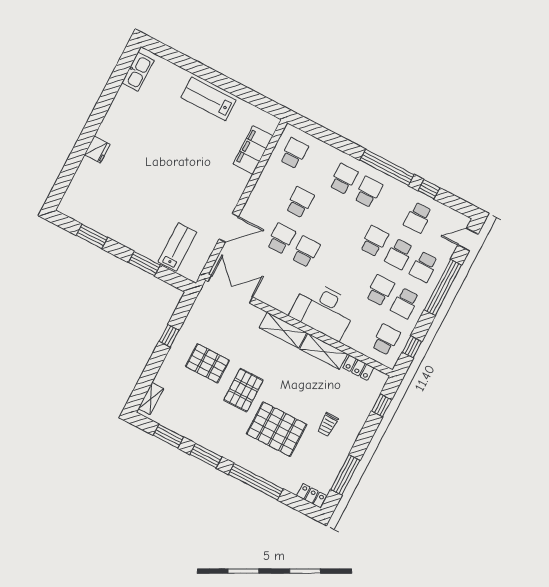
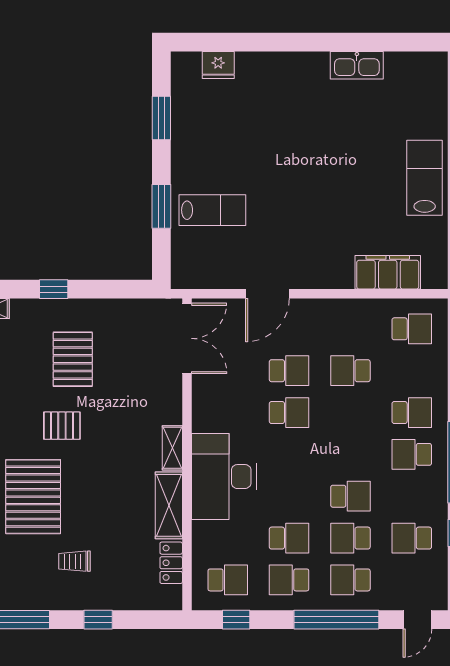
kitchen sink: (138, 72) -> (357, 65), moved
fridge: (97, 150) -> (218, 65), moved
school desk: (368, 192) -> (412, 454), turned 180
school desk: (300, 202) -> (350, 371), turned 180
door: (229, 228) -> (267, 294), hinge flipped
door: (468, 239) -> (417, 620), swing flipped
lab bench: (177, 247) -> (212, 210), moved
shelving: (283, 330) -> (172, 448), width x0.67, depth x0.75
window: (169, 336) -> (54, 289), moved
pallet: (243, 390) -> (62, 426), width x0.67, depth x0.71
window: (382, 405) -> (98, 620), moved

